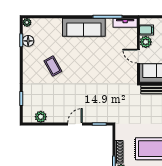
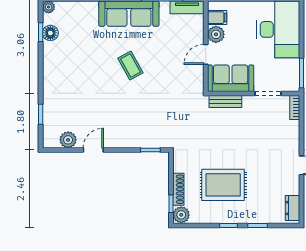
door: (138, 56) -> (206, 54), hinge flipped
coffee table: (53, 66) -> (130, 65), moved
door: (75, 124) -> (93, 150), moved

